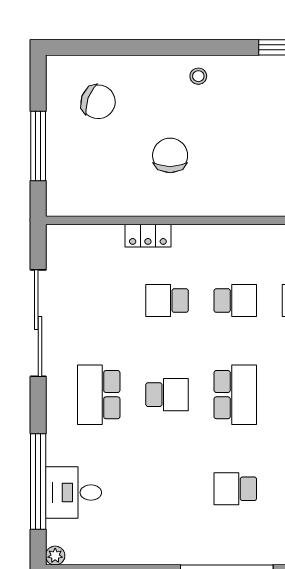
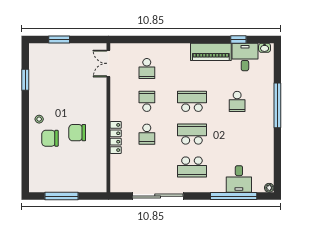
chair: (98, 102) -> (50, 138), moved, turned -110
window: (38, 146) -> (62, 196), moved
locker: (148, 236) -> (116, 137), width x1.53
school desk: (167, 395) -> (192, 134), width x1.85

